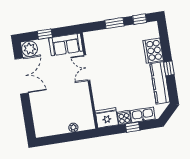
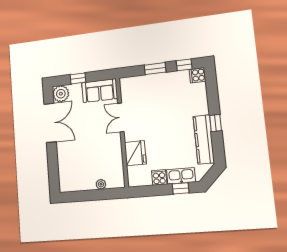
cooker: (153, 51) -> (197, 75), moved, width x0.53, depth x0.76
fridge: (107, 118) -> (135, 153), moved, turned 90
window: (133, 127) -> (181, 188), moved

